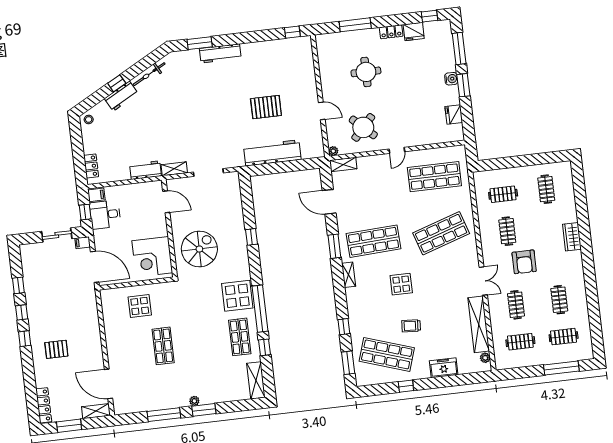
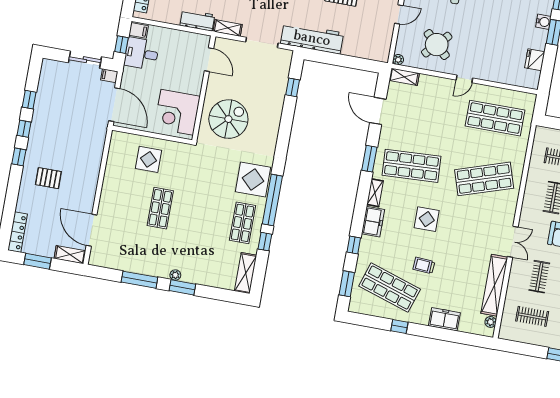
door: (322, 111) -> (399, 14), hinge flipped
workbench: (272, 153) -> (312, 38), moved
window: (252, 237) -> (293, 87), moved
freezer: (355, 301) -> (373, 222), added

